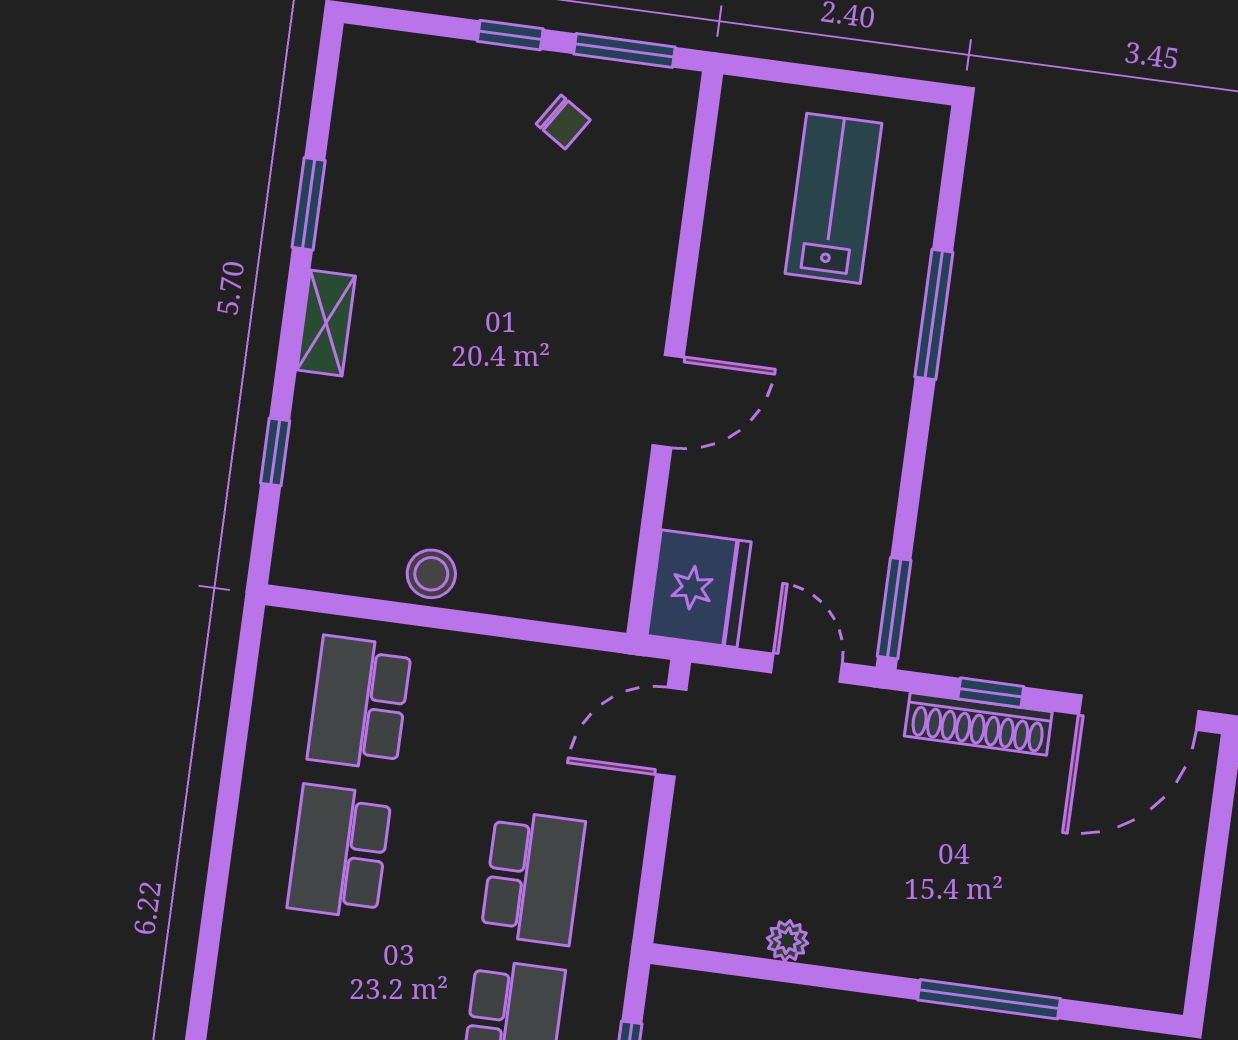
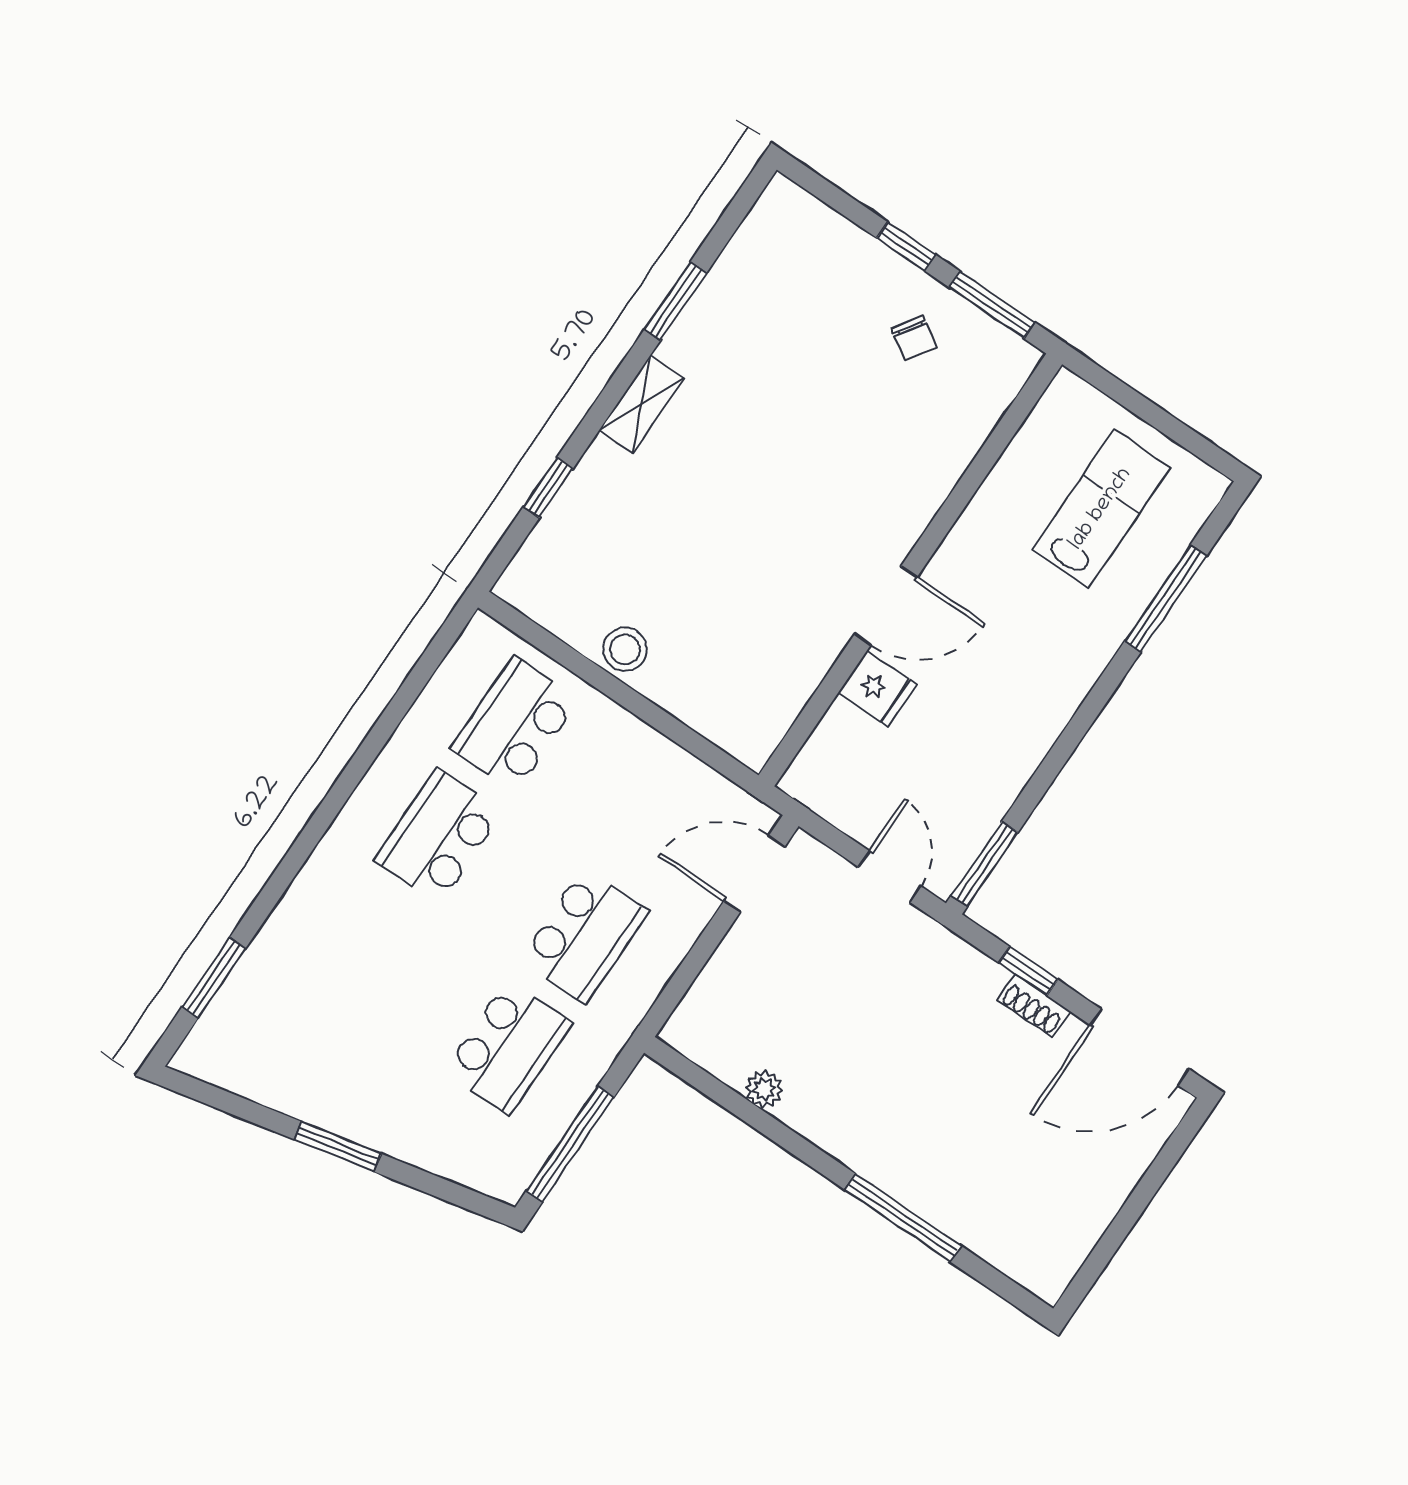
window: (934, 315) -> (1166, 598), moved
fridge: (699, 589) -> (878, 689), moved, width x0.53, depth x0.75
shoe rack: (978, 724) -> (1034, 1006), width x0.51, depth x0.81

